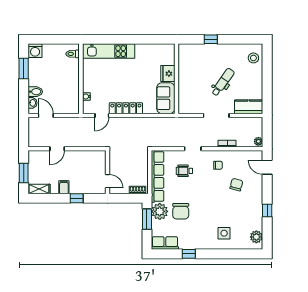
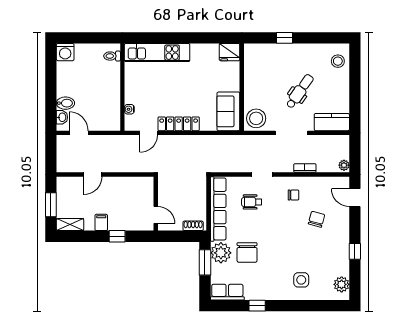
window: (24, 68) -> (51, 74), removed
fridge: (168, 74) -> (230, 52), moved, turned -90
stool: (188, 104) -> (256, 118), added

